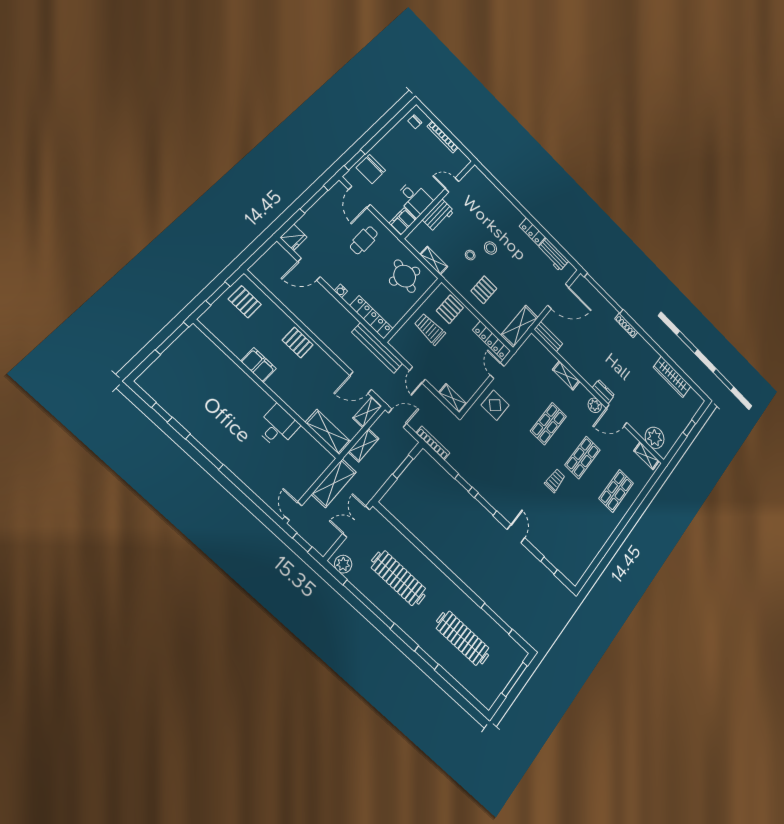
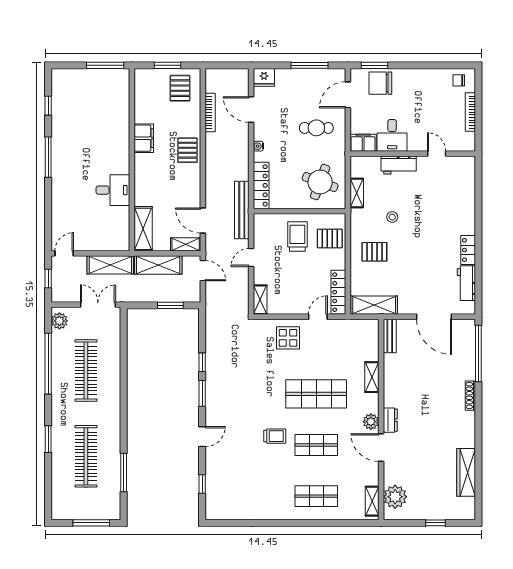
stool: (490, 248) -> (416, 228), removed
shop shelf: (548, 424) -> (316, 394), width x1.43, depth x1.36
bookcase: (433, 443) -> (210, 112), moved
shelving: (364, 445) -> (158, 265), width x1.50, depth x1.33

